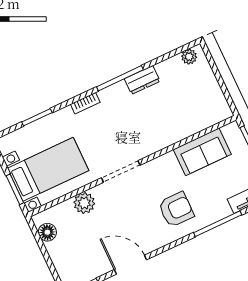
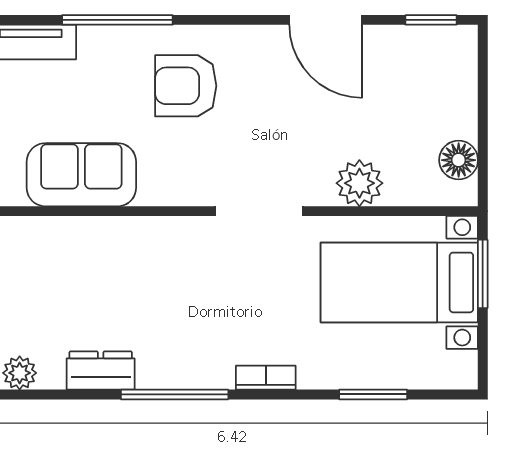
dresser: (142, 80) -> (101, 371), moved

